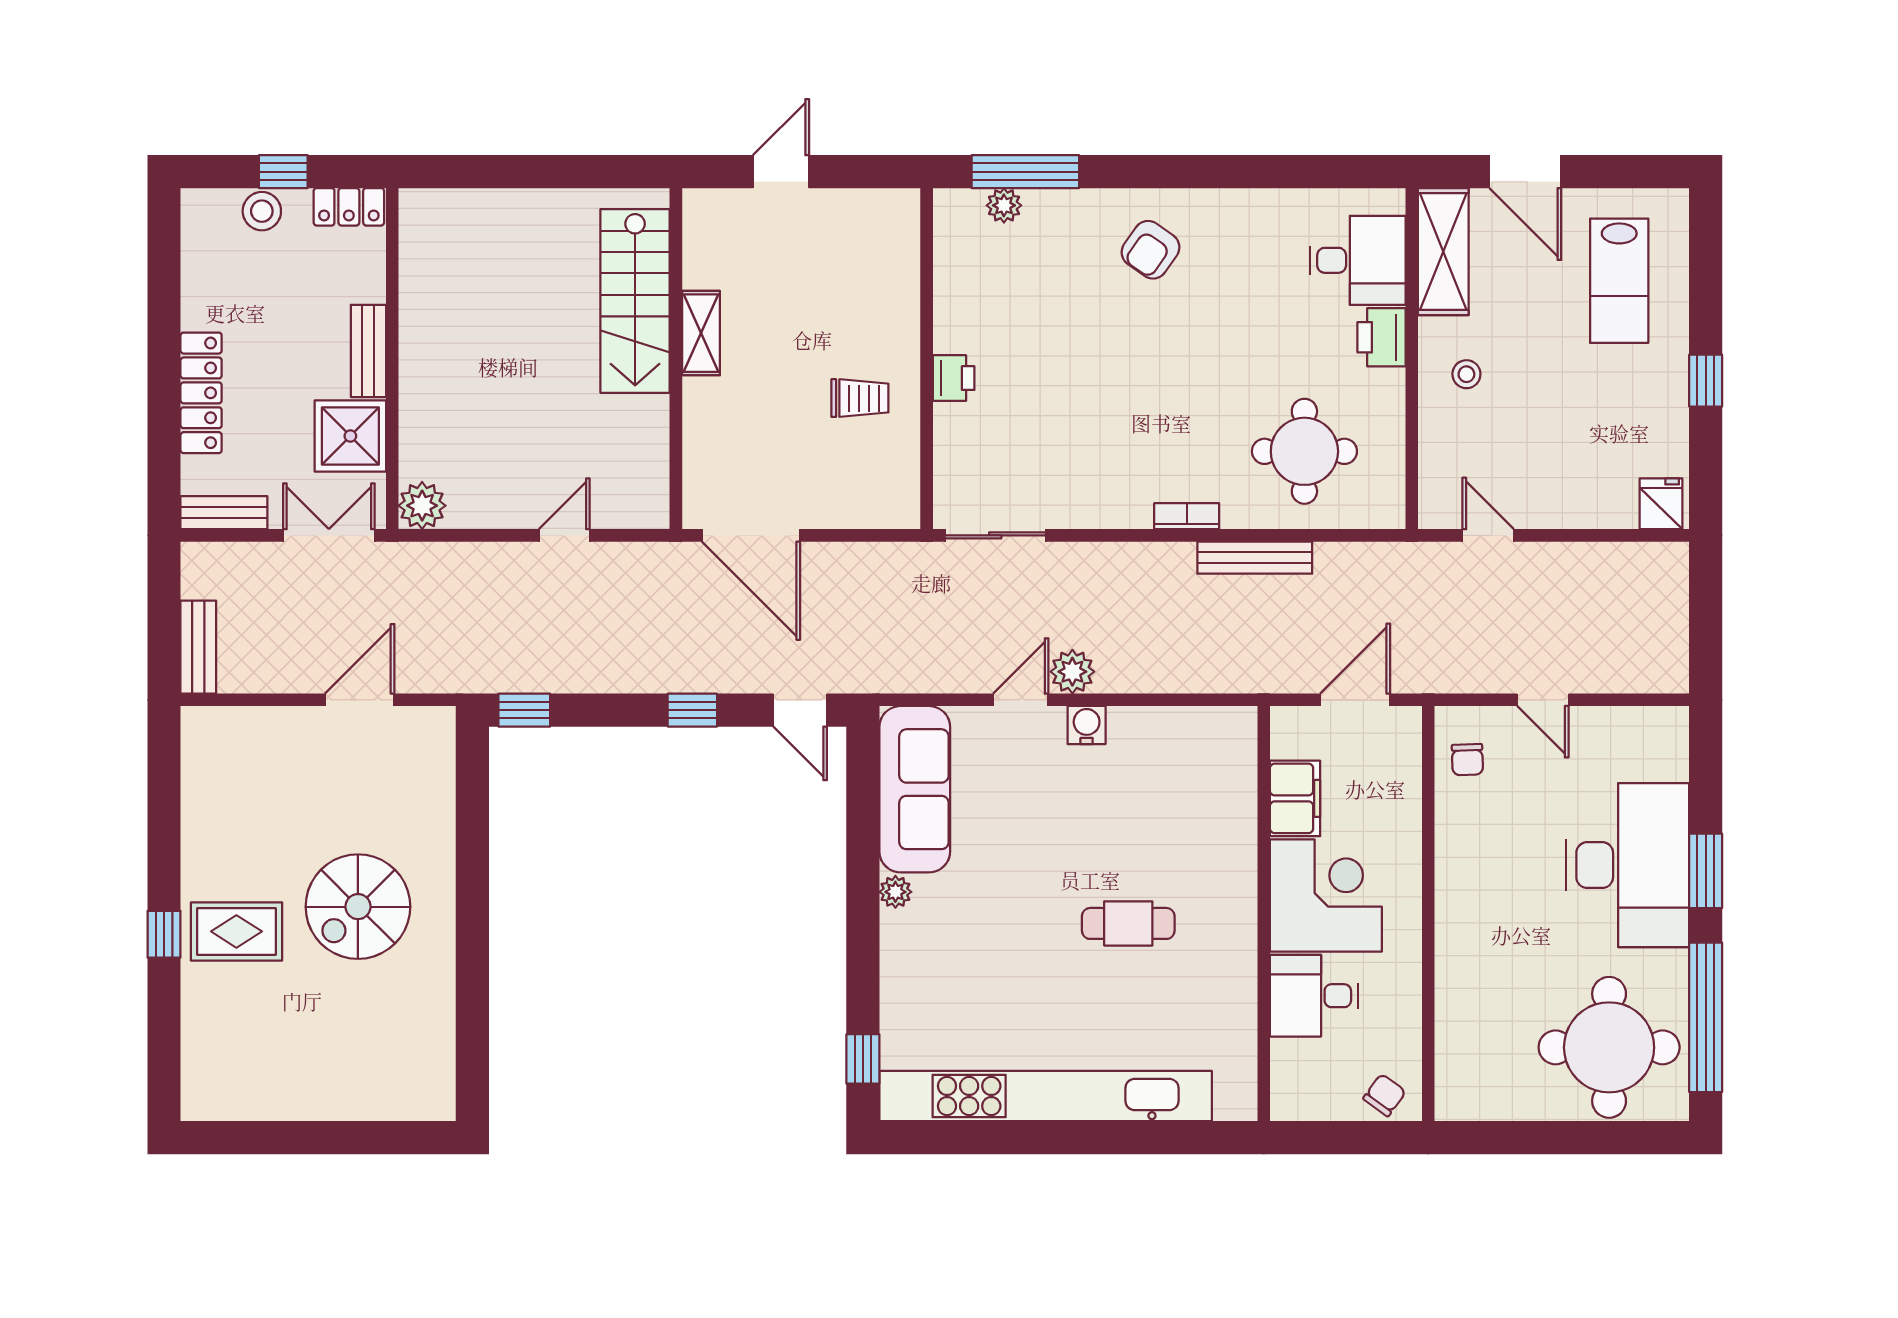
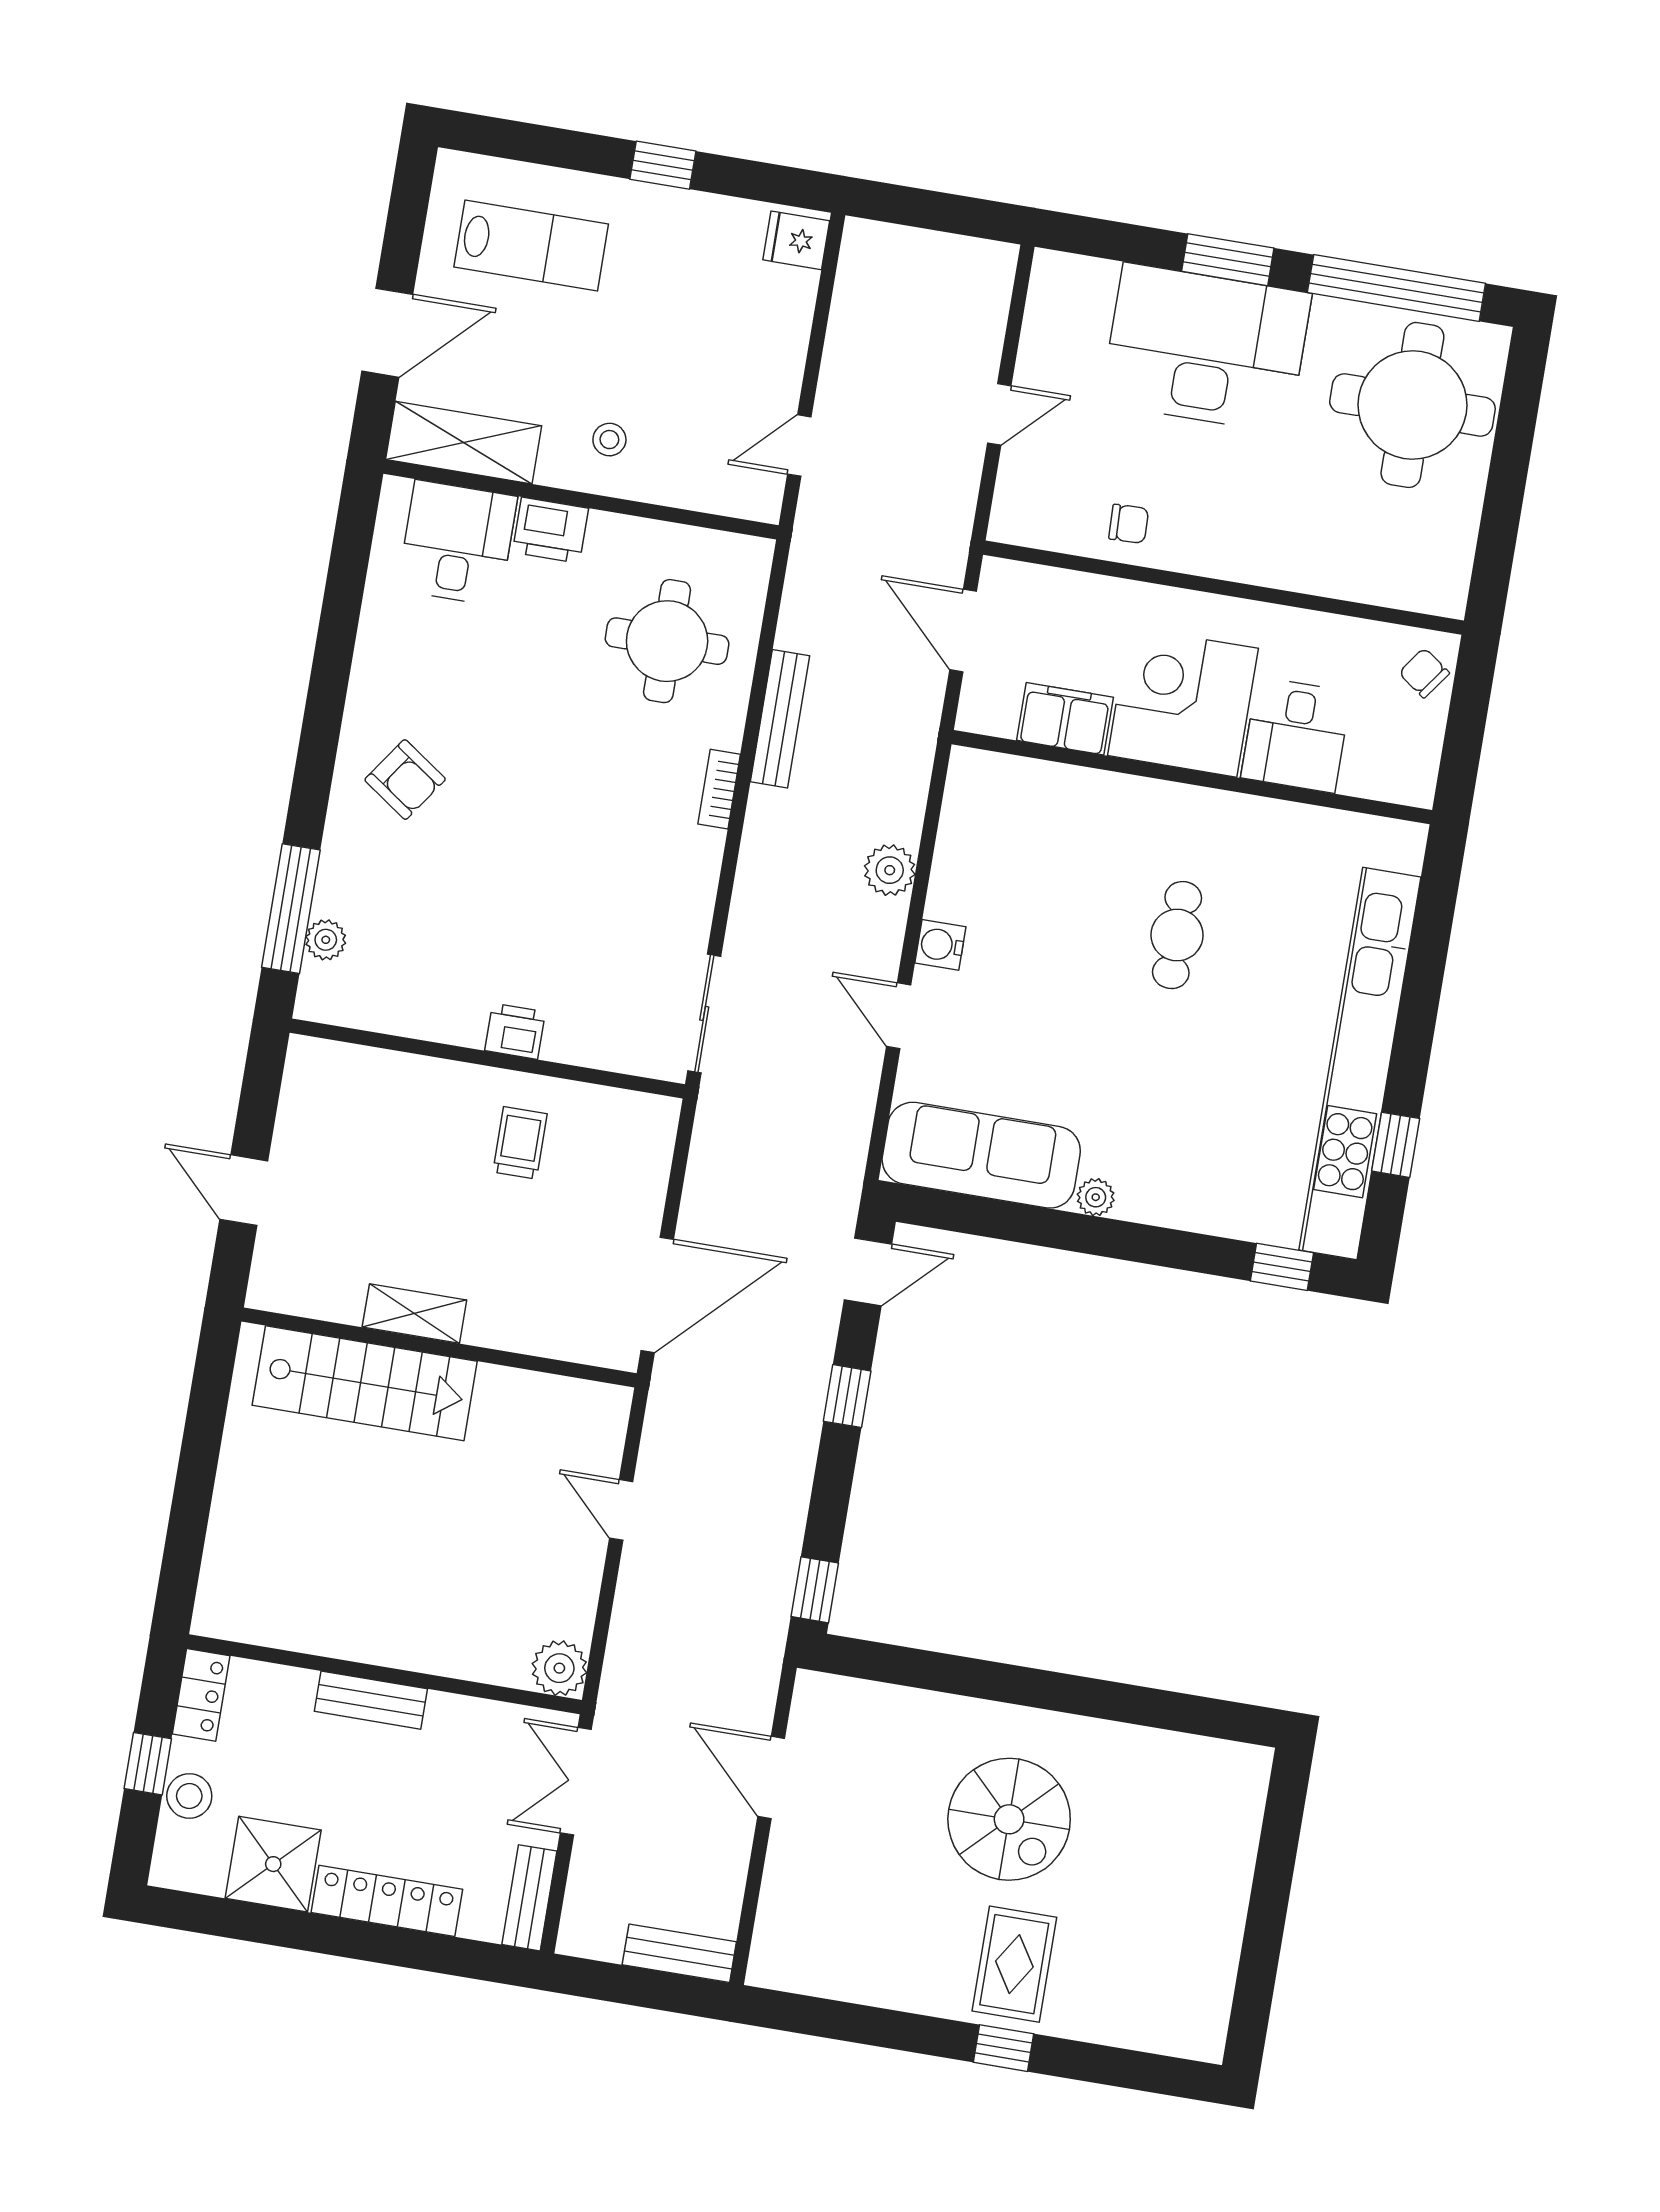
shower: (350, 436) -> (273, 1864), moved
plant: (1072, 672) -> (890, 870), moved
chair: (1467, 760) -> (1129, 524), moved
window: (982, 1138) -> (1396, 1145), added

